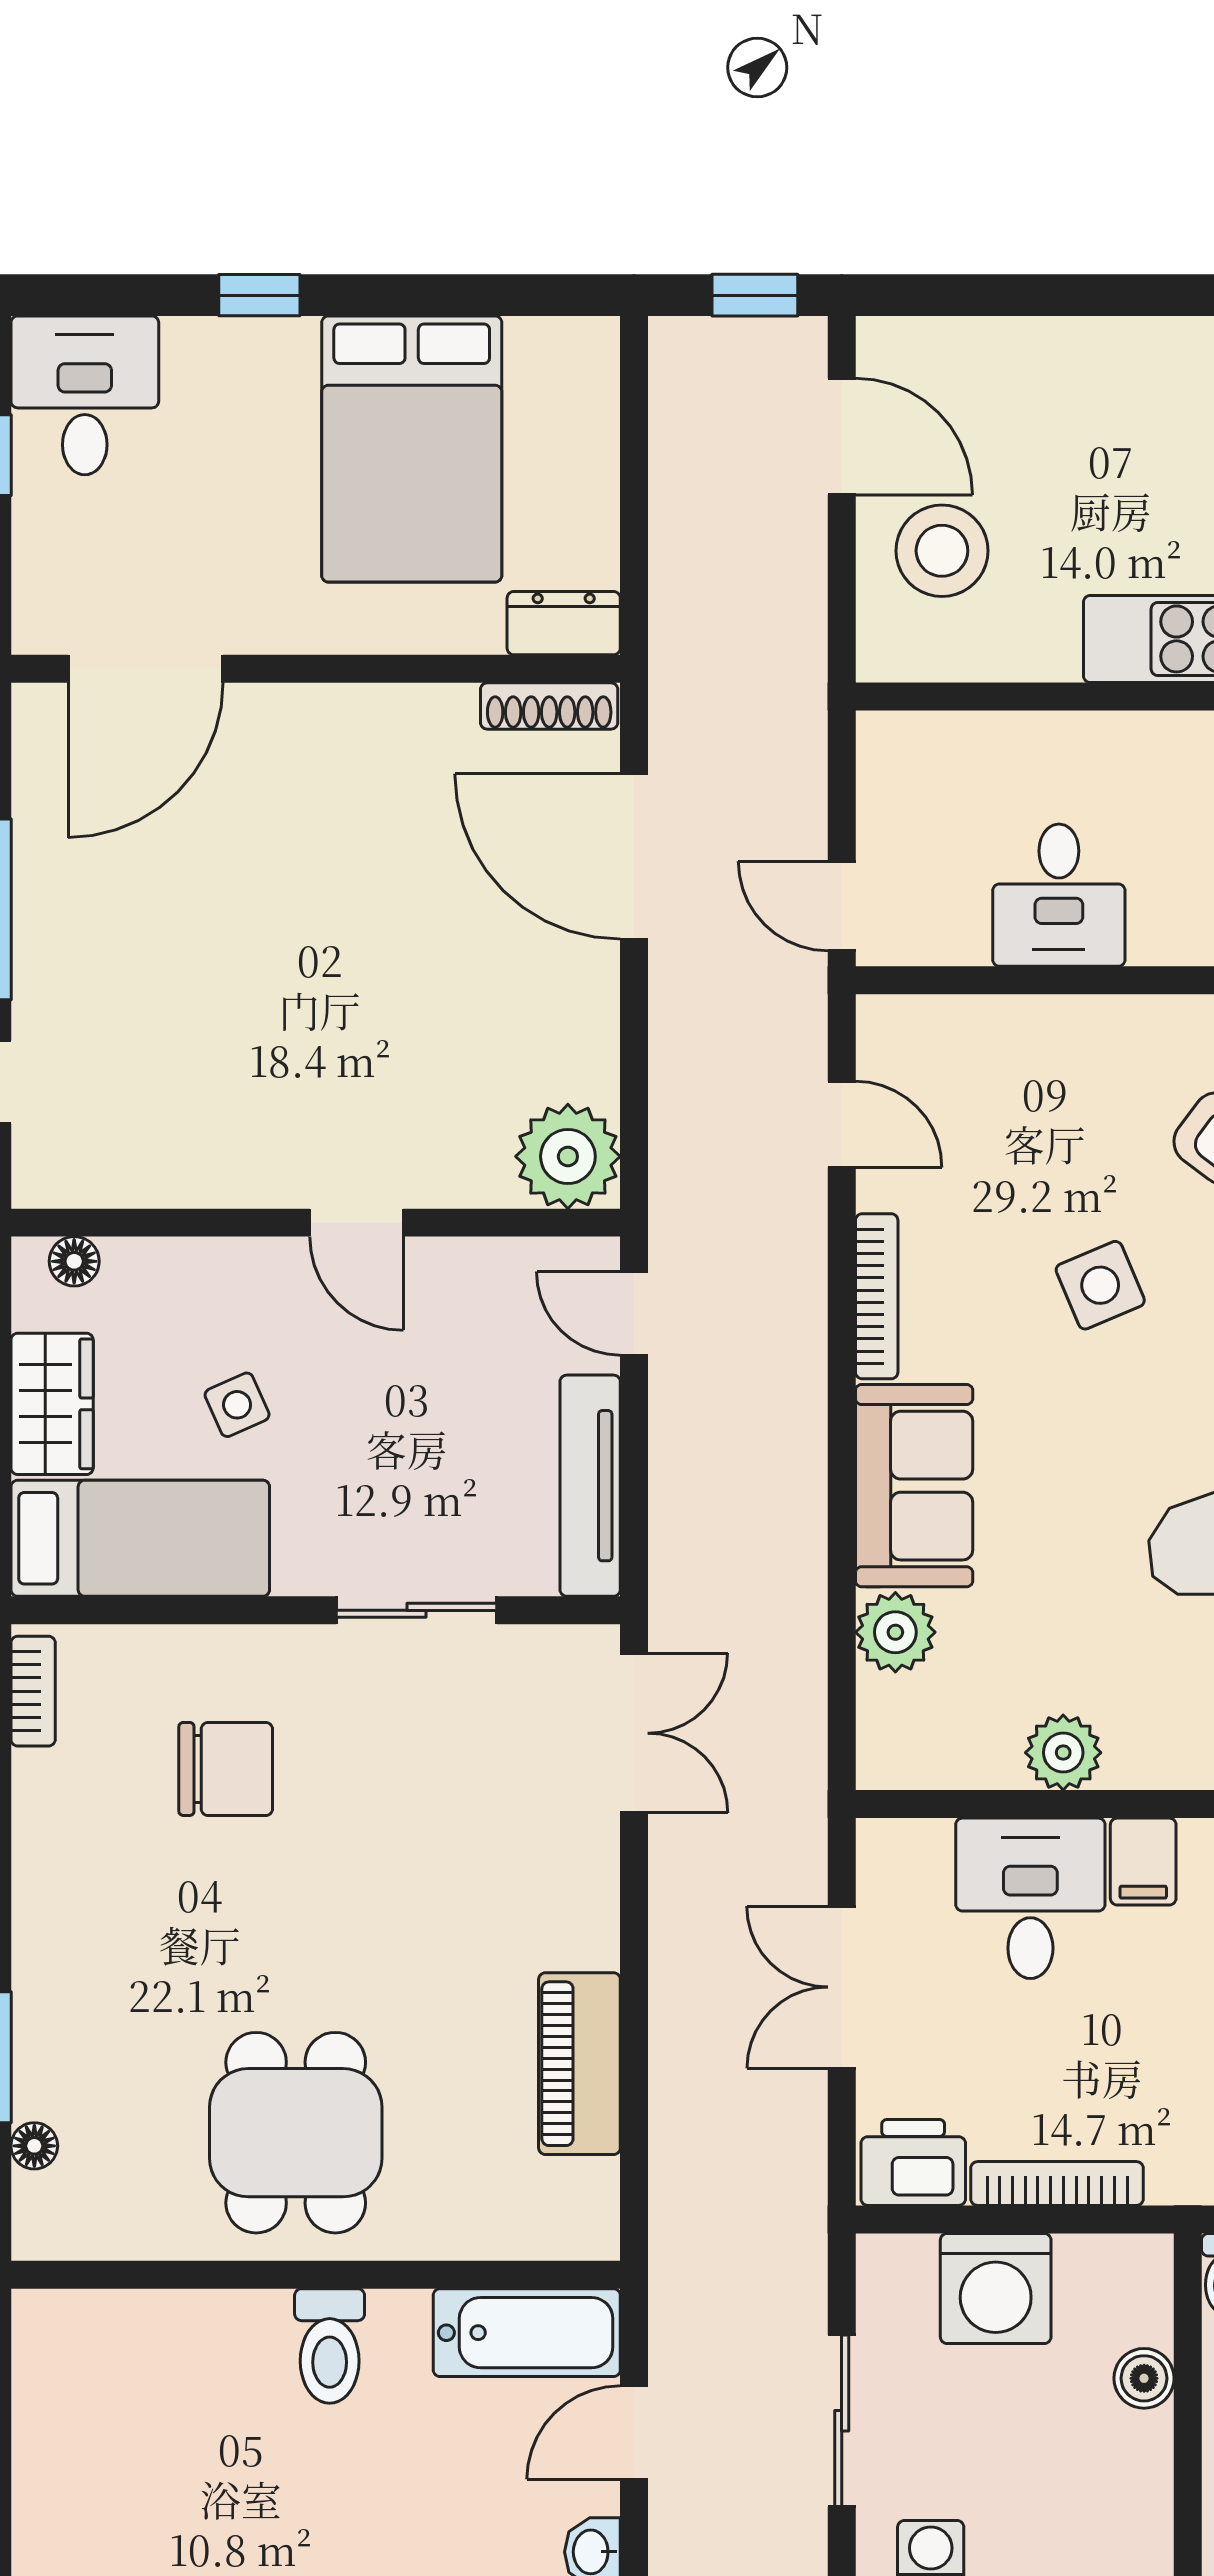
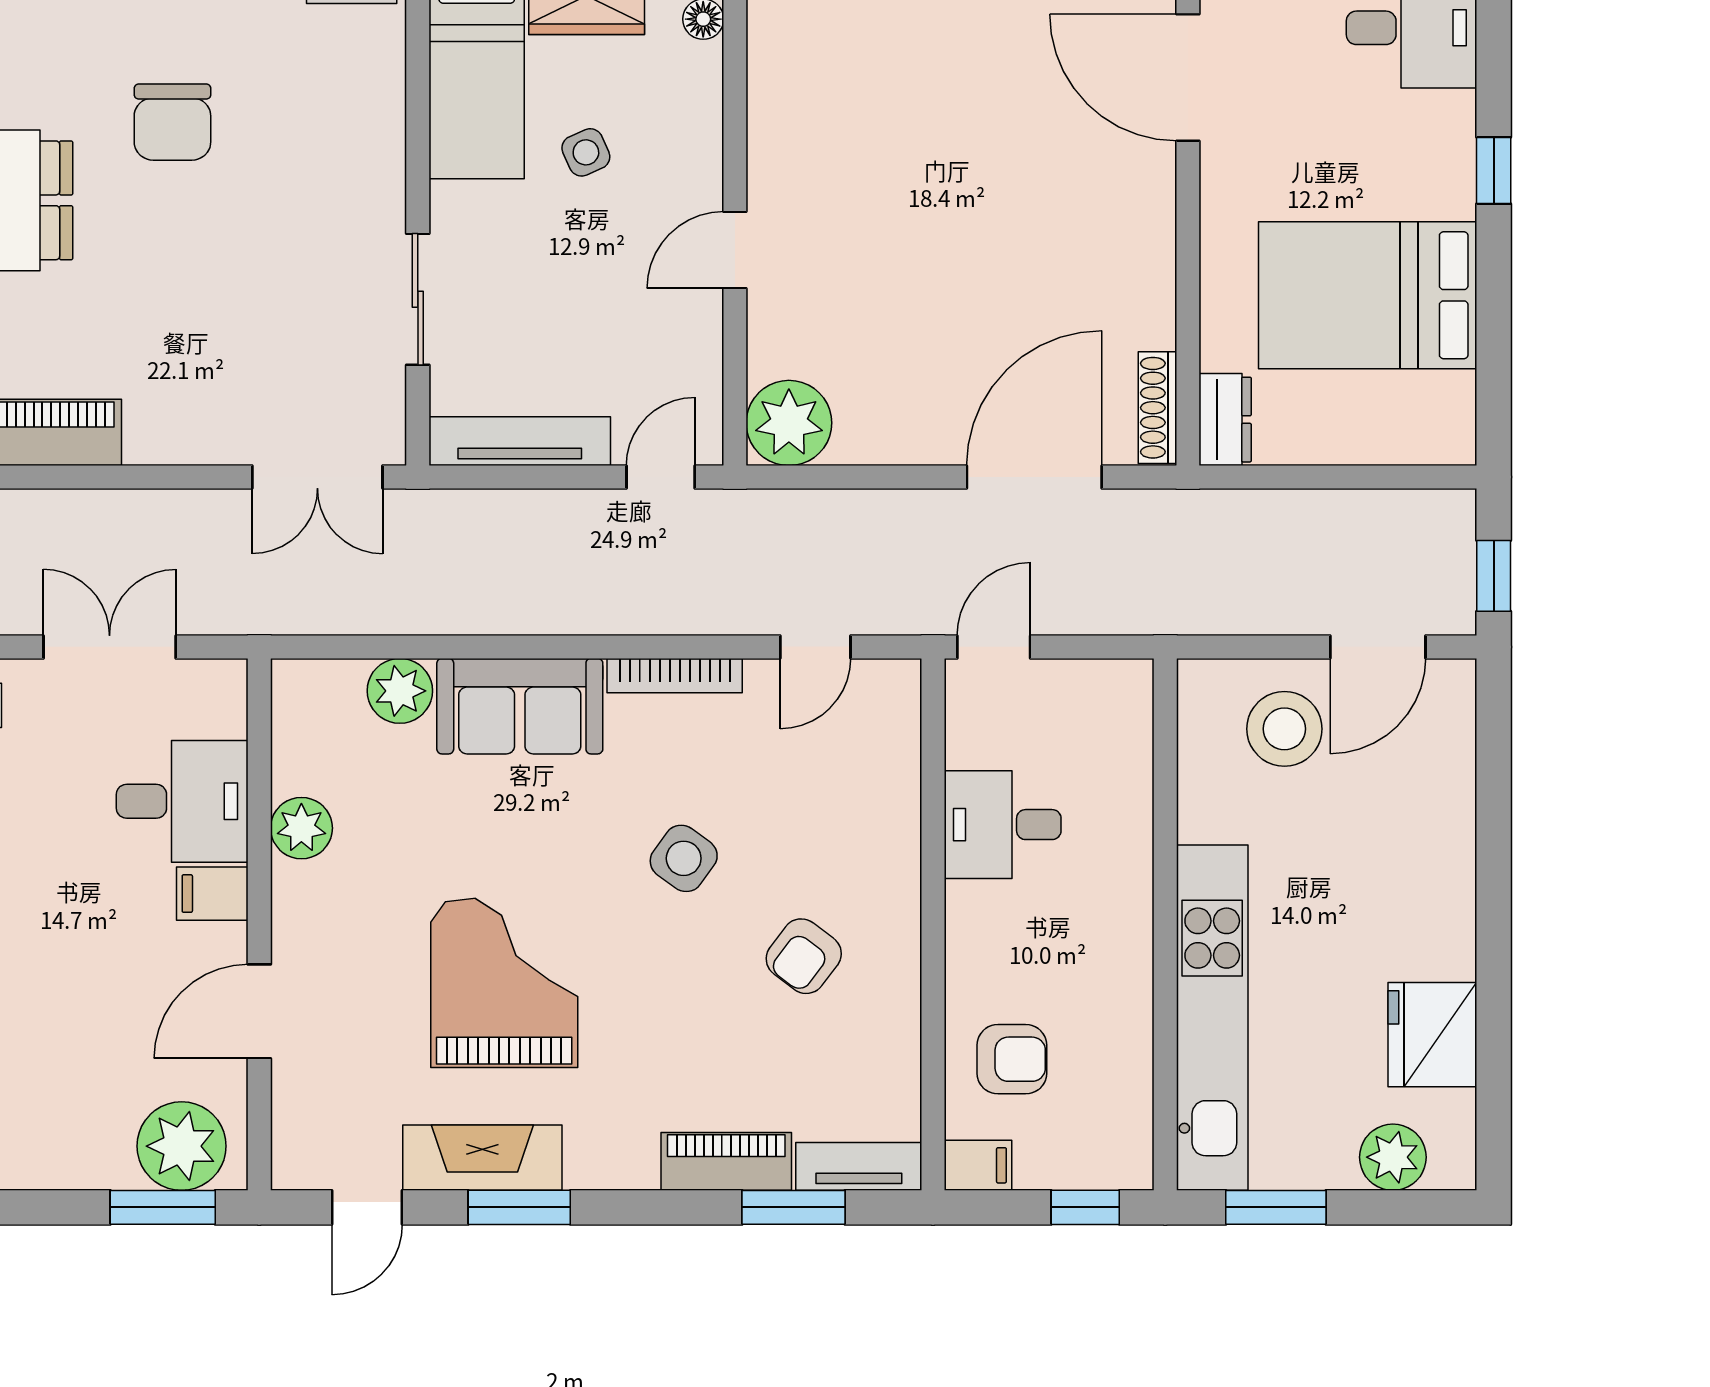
side table: (1100, 1285) -> (684, 858), turned -31
chair: (226, 1769) -> (172, 122), moved

